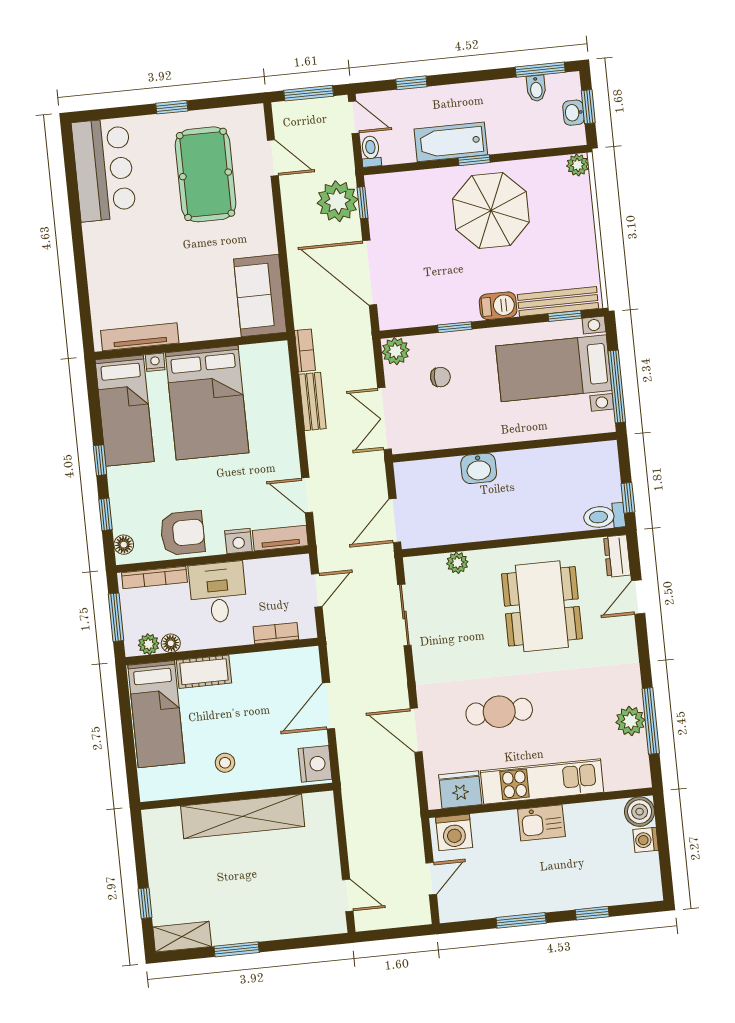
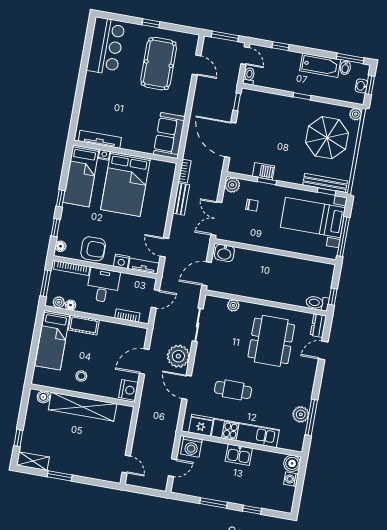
bathtub: (451, 142) -> (320, 65), moved, turned 180
plant: (338, 201) -> (178, 356), moved
parasol: (491, 211) -> (327, 138), moved
barbecue: (498, 306) -> (263, 171), moved
washbasin: (479, 468) -> (224, 253), moved
boiler: (169, 818) -> (43, 397), added

